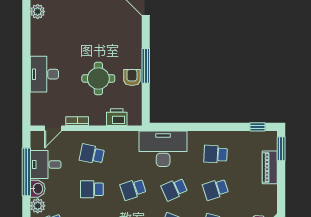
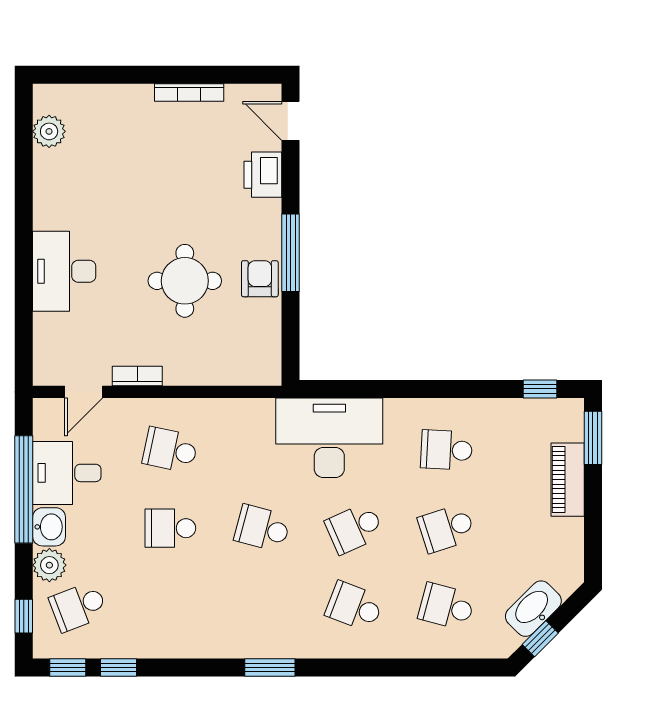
printer: (117, 117) -> (263, 175), moved, turned -90
school desk: (133, 189) -> (262, 528), turned 33

